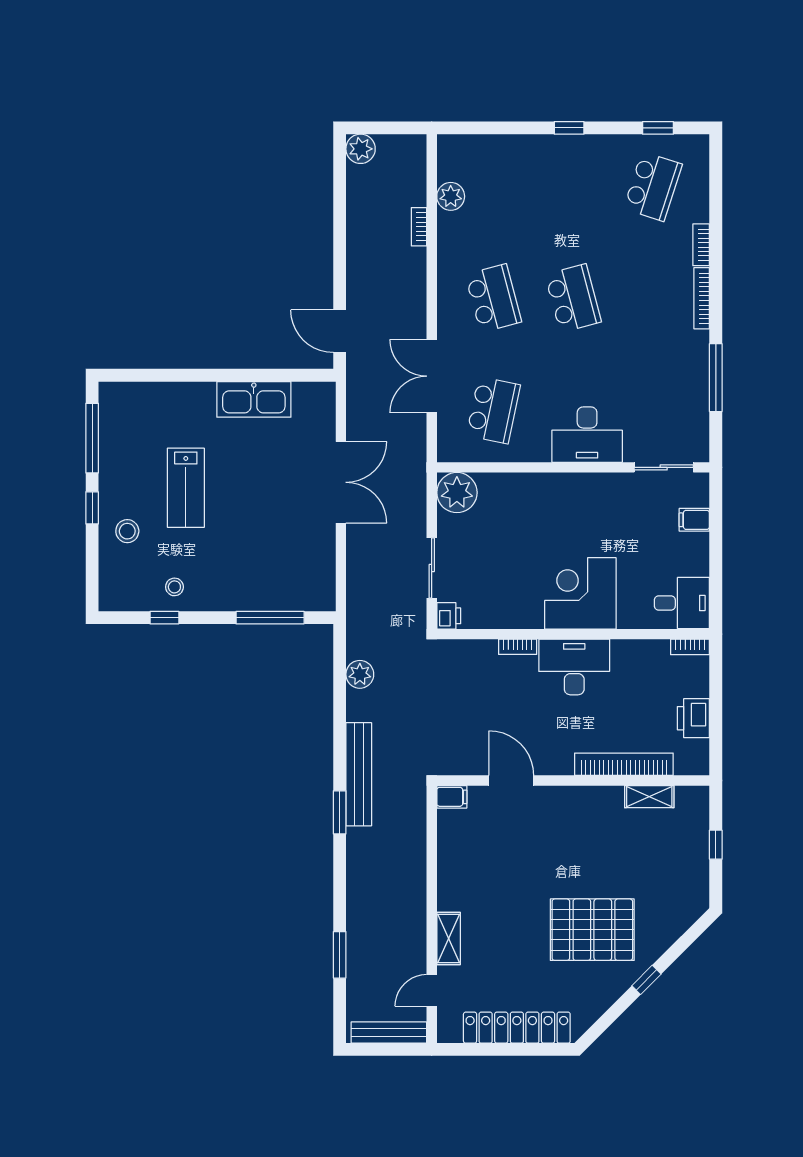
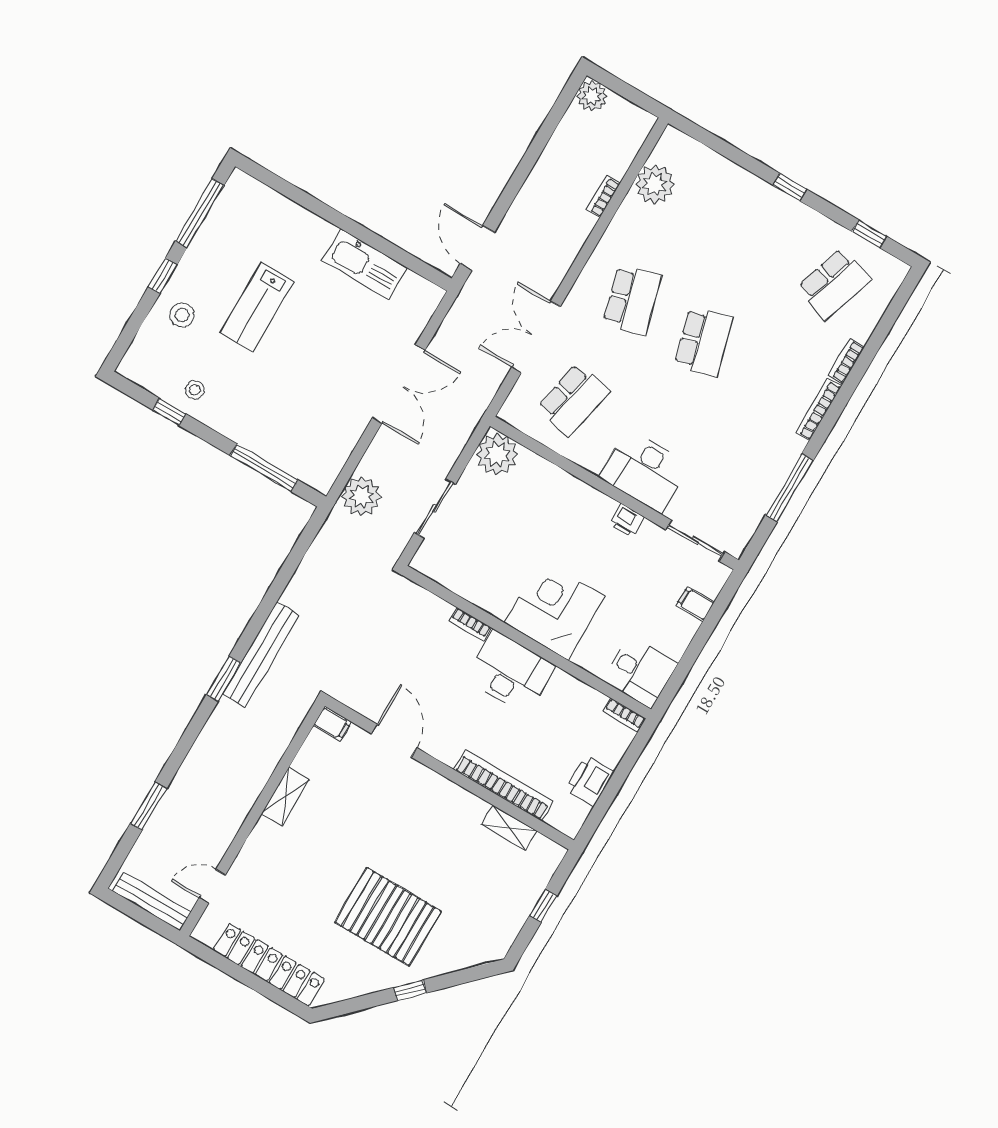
plant: (451, 196) -> (655, 184), width x1.36, depth x1.36
printer: (449, 616) -> (627, 521), moved, turned 90
plant: (360, 674) -> (361, 496), moved, width x1.36, depth x1.36
shelving: (449, 938) -> (286, 796), moved

